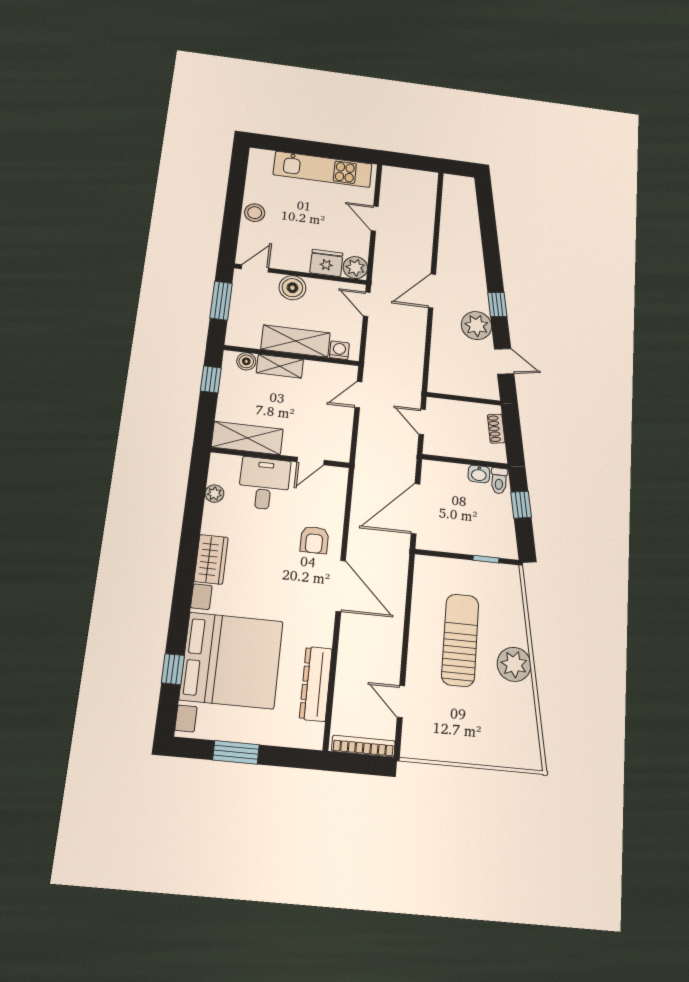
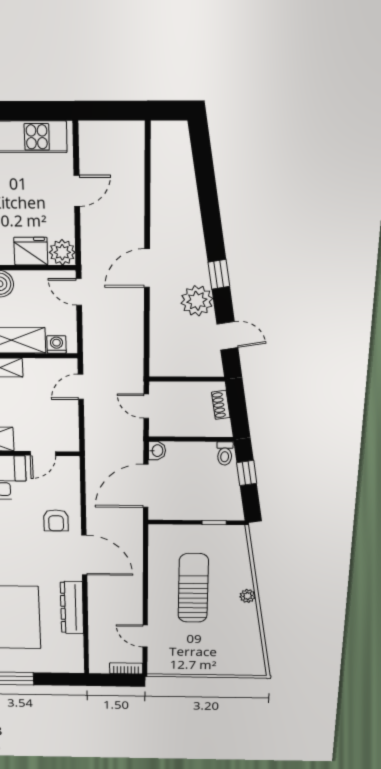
door: (375, 219) -> (77, 191), swing flipped
washbasin: (479, 474) -> (157, 451), moved, turned -90
plant: (514, 664) -> (248, 596), width x0.53, depth x0.53
dresser: (316, 684) -> (72, 608), moved
bookcase: (363, 746) -> (126, 668), width x0.64

